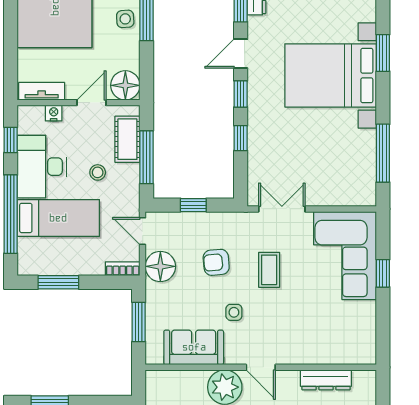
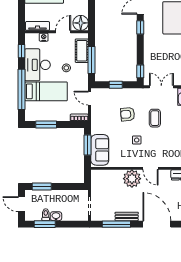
window: (241, 138) -> (140, 71), moved
floor lamp: (160, 266) -> (99, 116), removed
sofa: (194, 347) -> (100, 150), moved, turned 90

